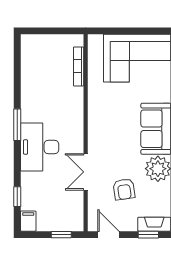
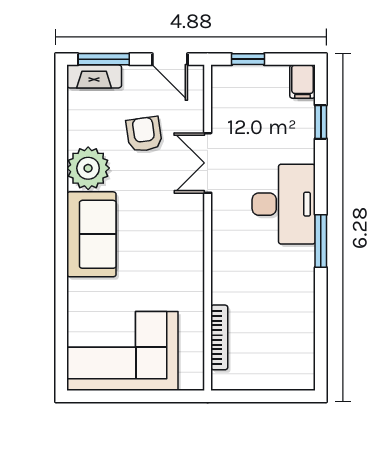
double door: (86, 172) -> (208, 163), swing flipped
window: (148, 235) -> (104, 59), width x1.50

